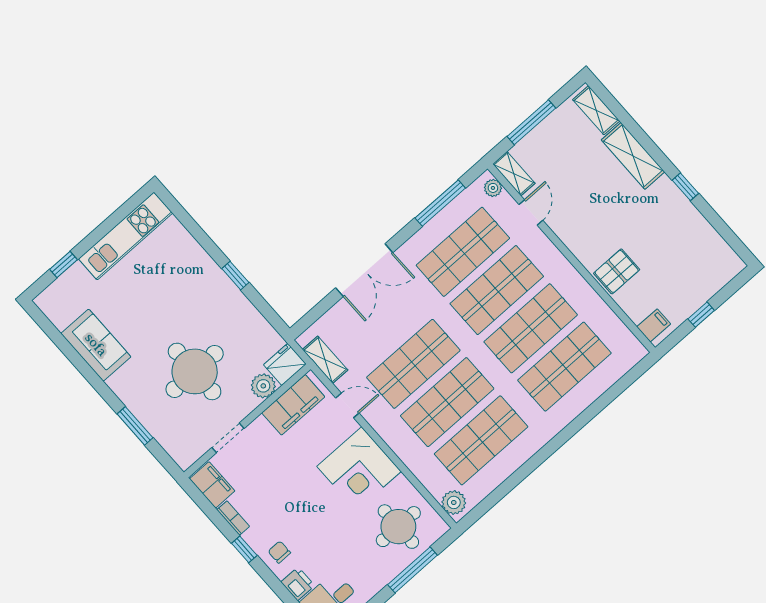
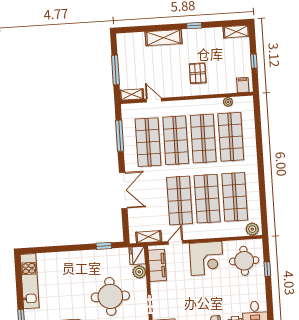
shelving: (596, 110) -> (236, 32), moved
plant: (493, 188) -> (228, 102), moved
pallet: (617, 271) -> (198, 73), moved
window: (235, 276) -> (104, 246), moved
window: (413, 570) -> (267, 269), width x0.46

